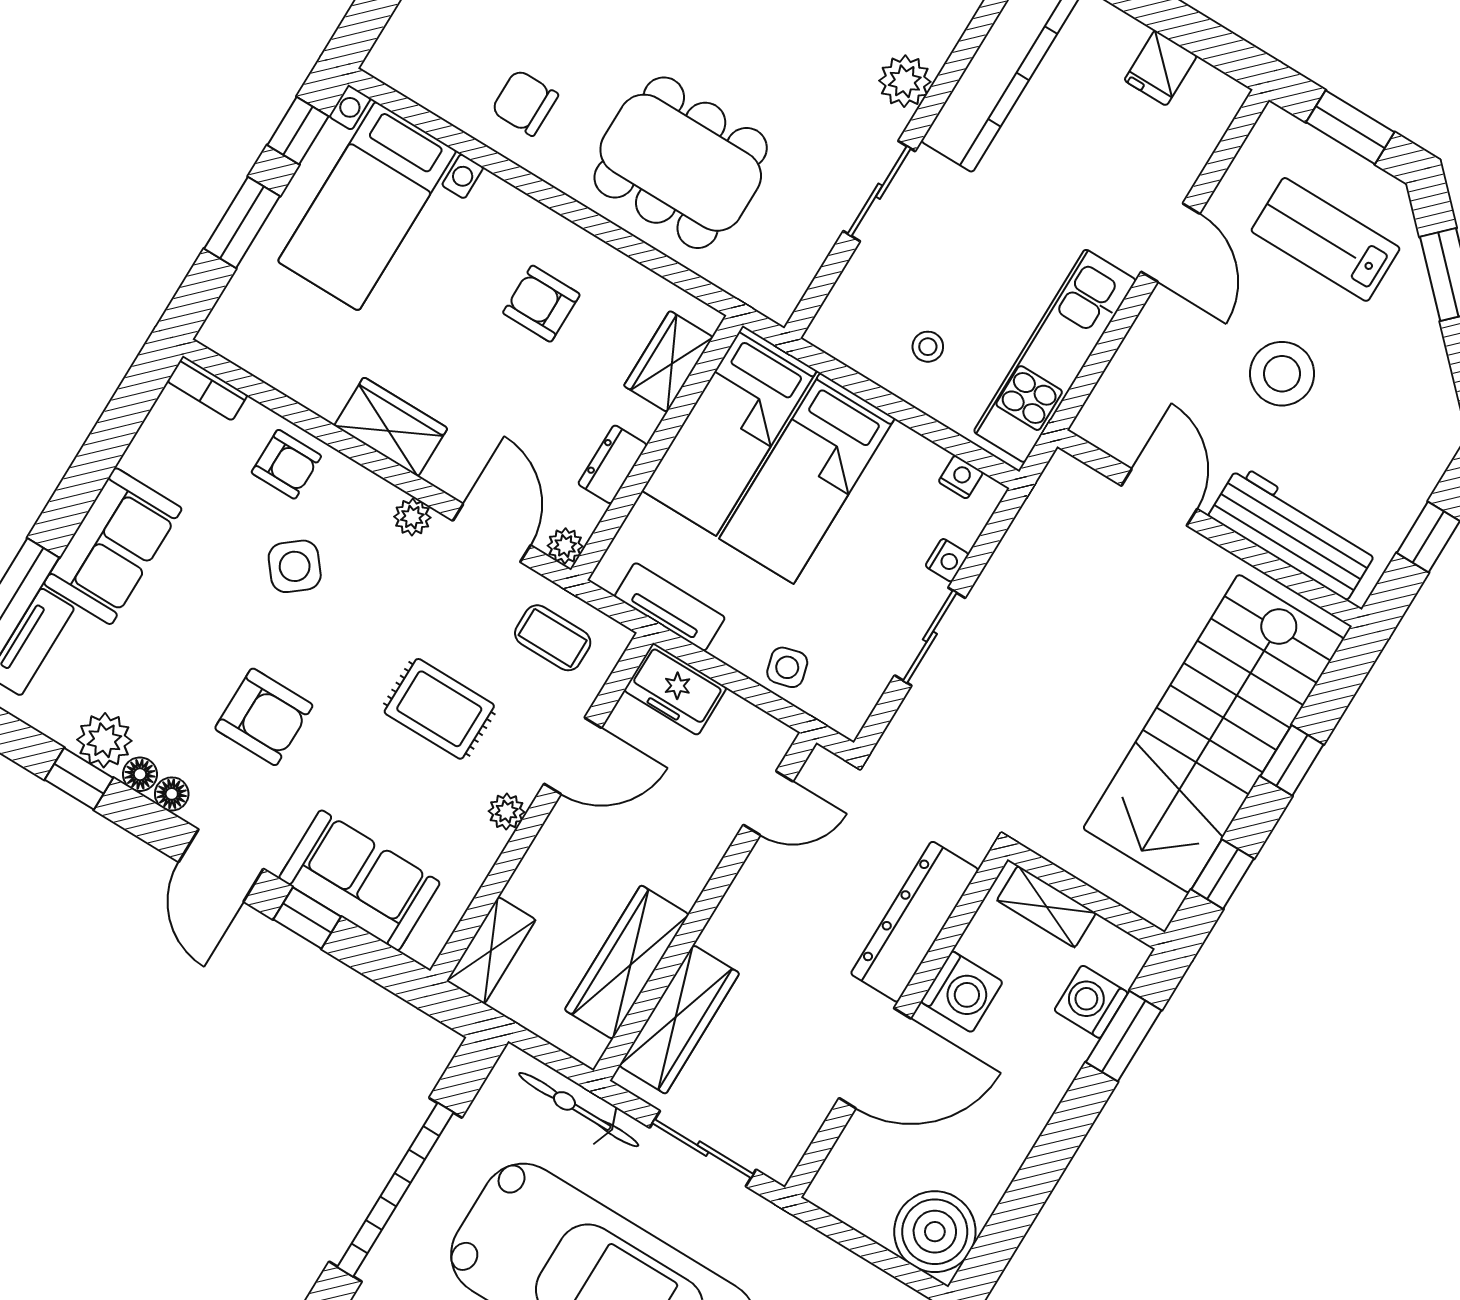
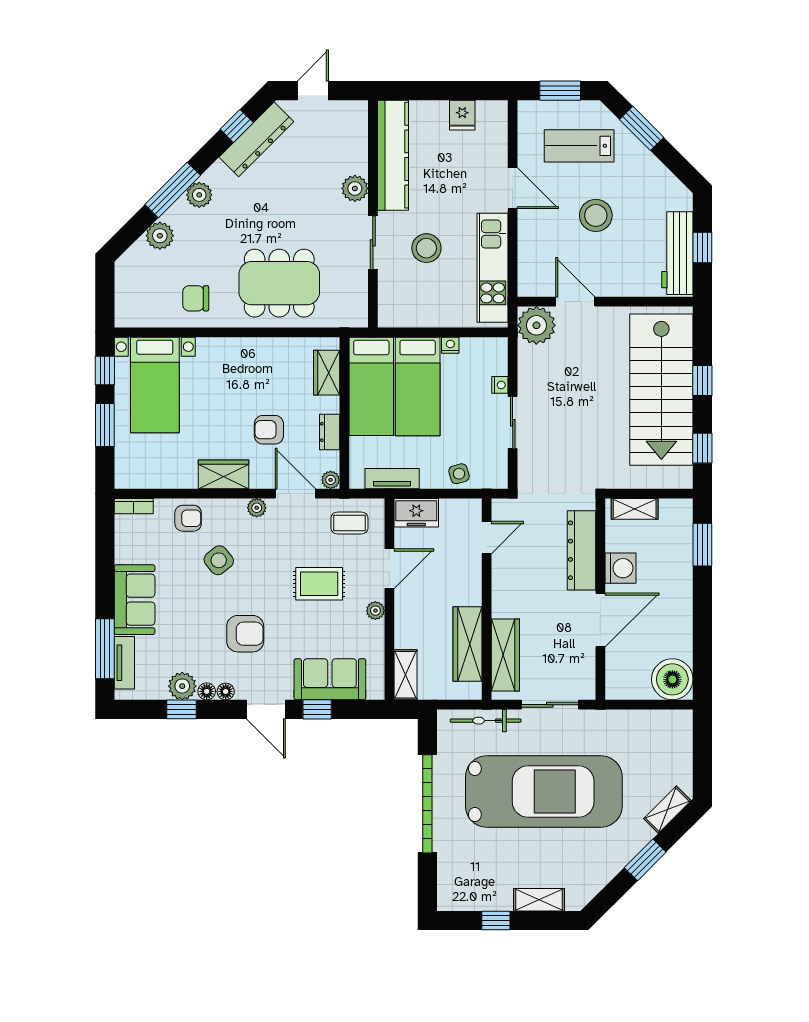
armchair: (541, 304) -> (269, 430), moved
stool: (928, 347) -> (426, 248), moved, width x1.89, depth x1.89
nightstand: (961, 477) -> (450, 345), moved
plant: (1070, 497) -> (536, 325), added
workbench: (1293, 532) -> (677, 253), moved, turned -90
washing machine: (1091, 1002) -> (679, 538), removed

